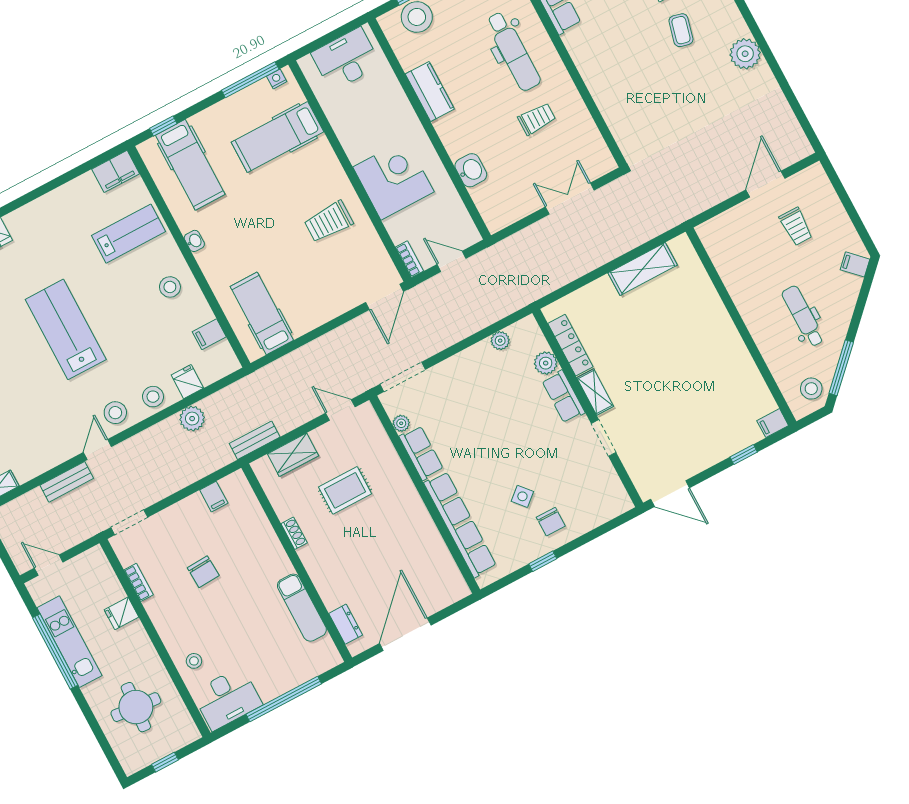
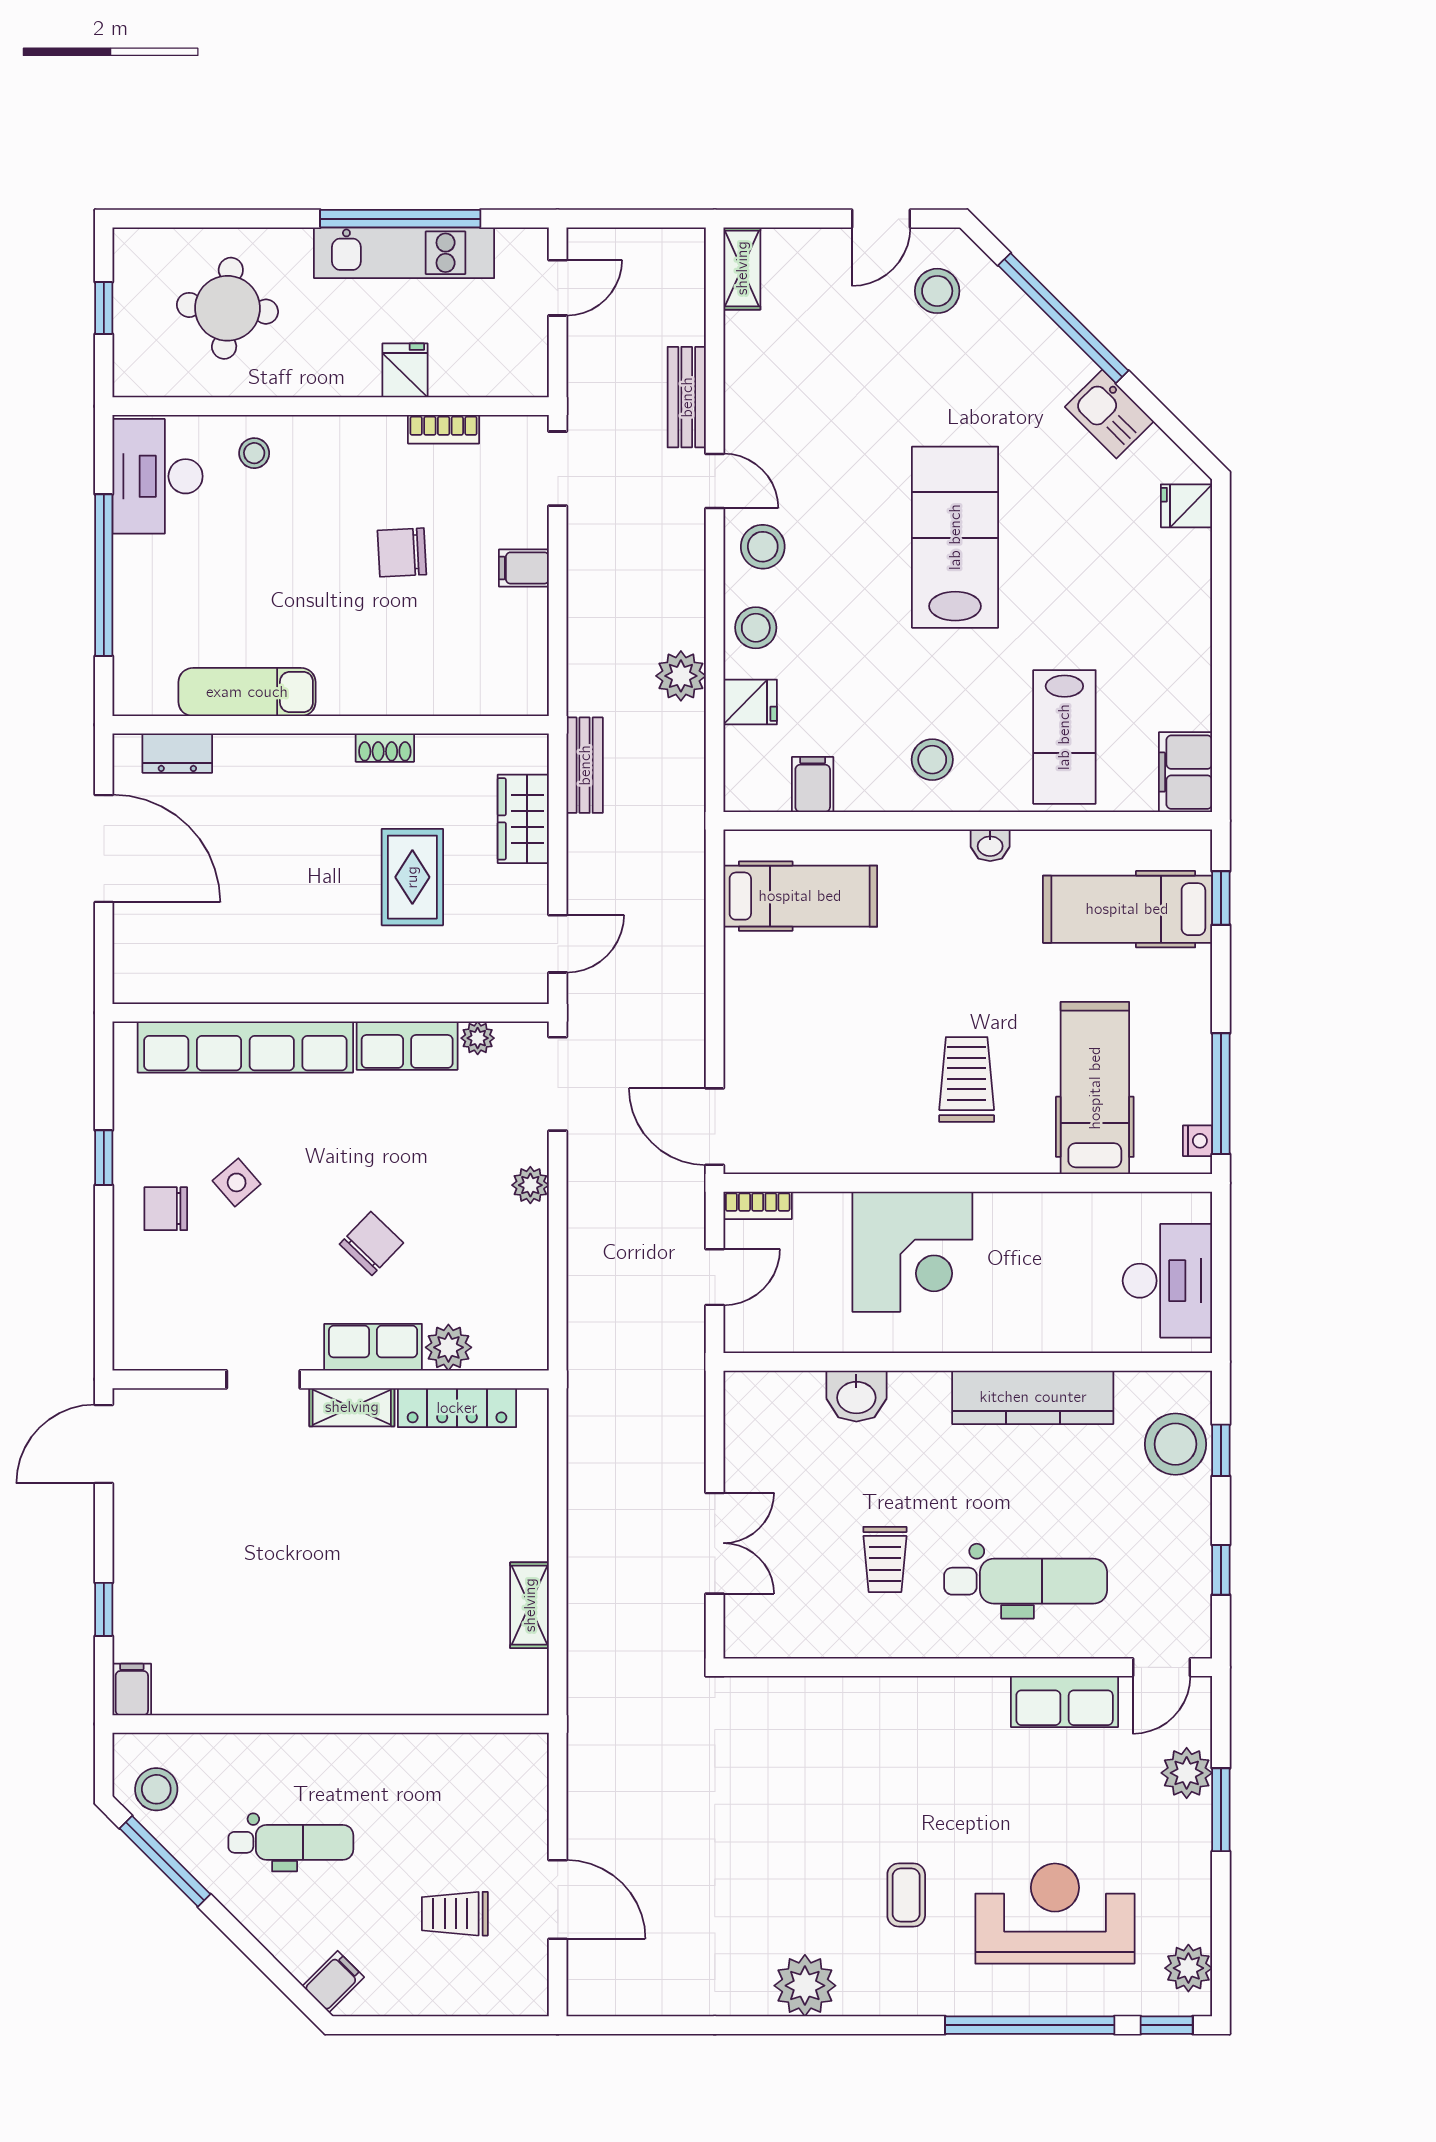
coffee table: (681, 30) -> (906, 1895), turned 76
dental chair: (513, 51) -> (1026, 1581), turned 180
kitchen counter: (430, 91) -> (1033, 1397), width x1.50
trolley: (329, 222) -> (967, 1079), moved
shelving: (643, 269) -> (530, 1605), width x0.67, depth x0.75
lab bench: (66, 329) -> (955, 537), turned -90
plant: (500, 341) -> (530, 1185), moved
chair: (518, 422) -> (371, 1243), added
filing cabinet: (214, 497) -> (524, 568), moved

